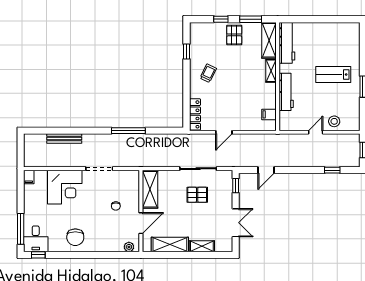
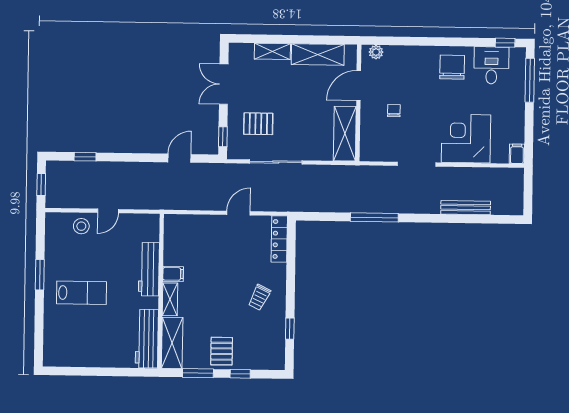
filing cabinet: (269, 114) -> (173, 274), moved
pallet: (197, 195) -> (258, 124), moved
desk: (36, 239) -> (491, 65), moved

